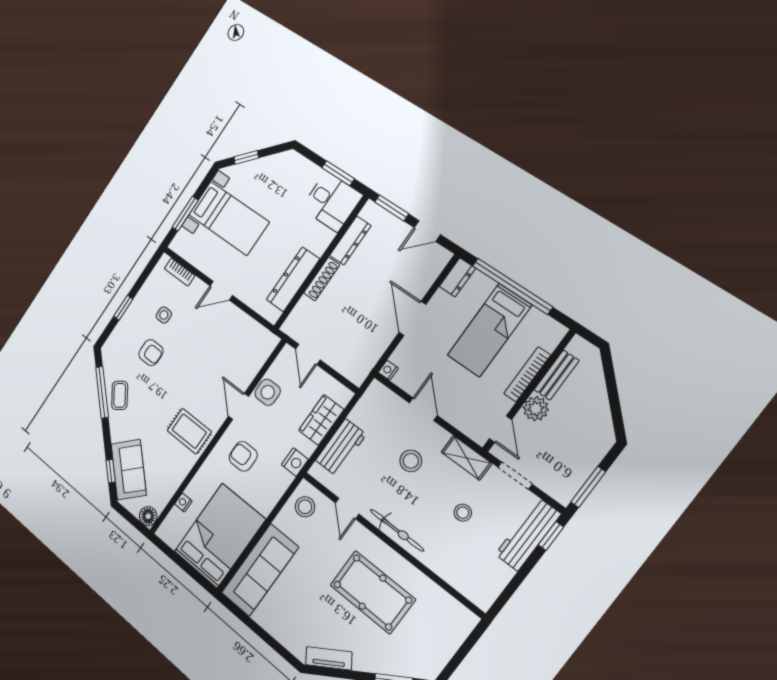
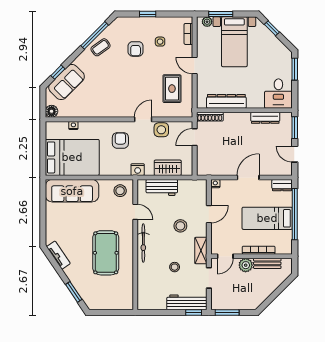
window: (338, 173) -> (295, 69), moved
plant: (182, 238) -> (207, 22), added
shoe rack: (322, 279) -> (210, 117), moved
rug: (189, 431) -> (172, 89), moved
door: (347, 508) -> (135, 212), swing flipped

